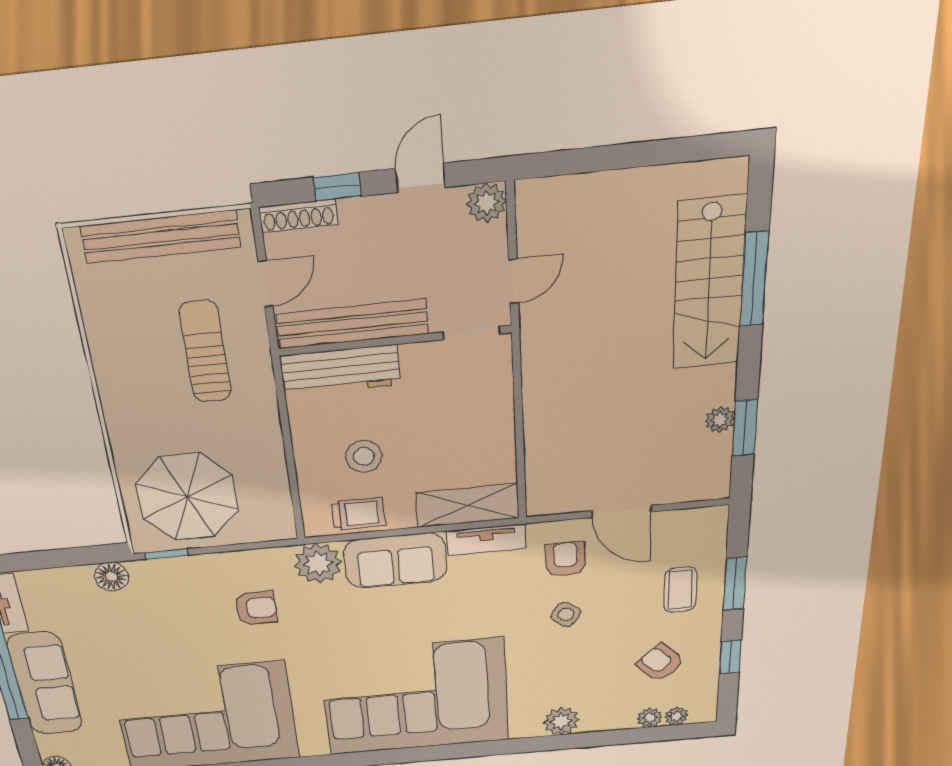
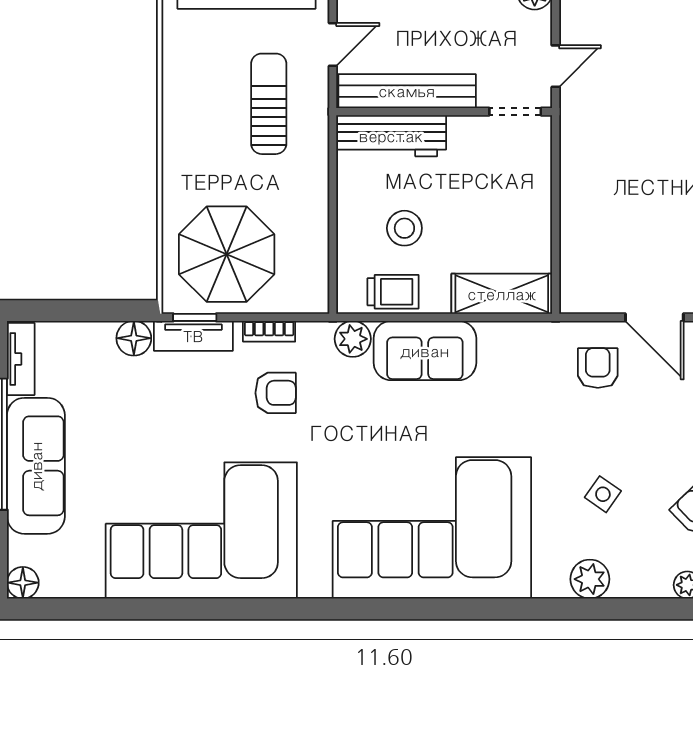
tv unit: (486, 540) -> (193, 336), moved
bookcase: (241, 559) -> (269, 331), added
plant: (318, 563) -> (353, 339), width x0.73, depth x0.73
side table: (566, 614) -> (603, 494), moved

